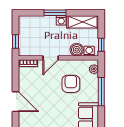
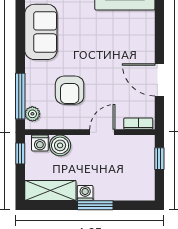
window: (101, 92) -> (20, 96), moved
door: (15, 102) -> (159, 80), moved

